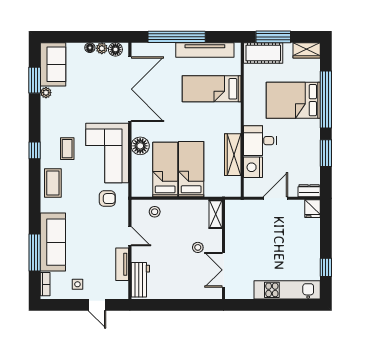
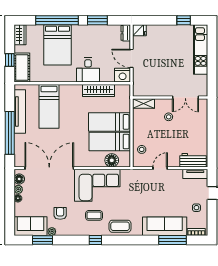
window: (273, 37) -> (10, 60), width x0.46
floor lamp: (140, 146) -> (112, 160), moved
nightstand: (253, 167) -> (123, 75), moved
armchair: (107, 199) -> (60, 213), moved
tv unit: (122, 264) -> (195, 174), moved

